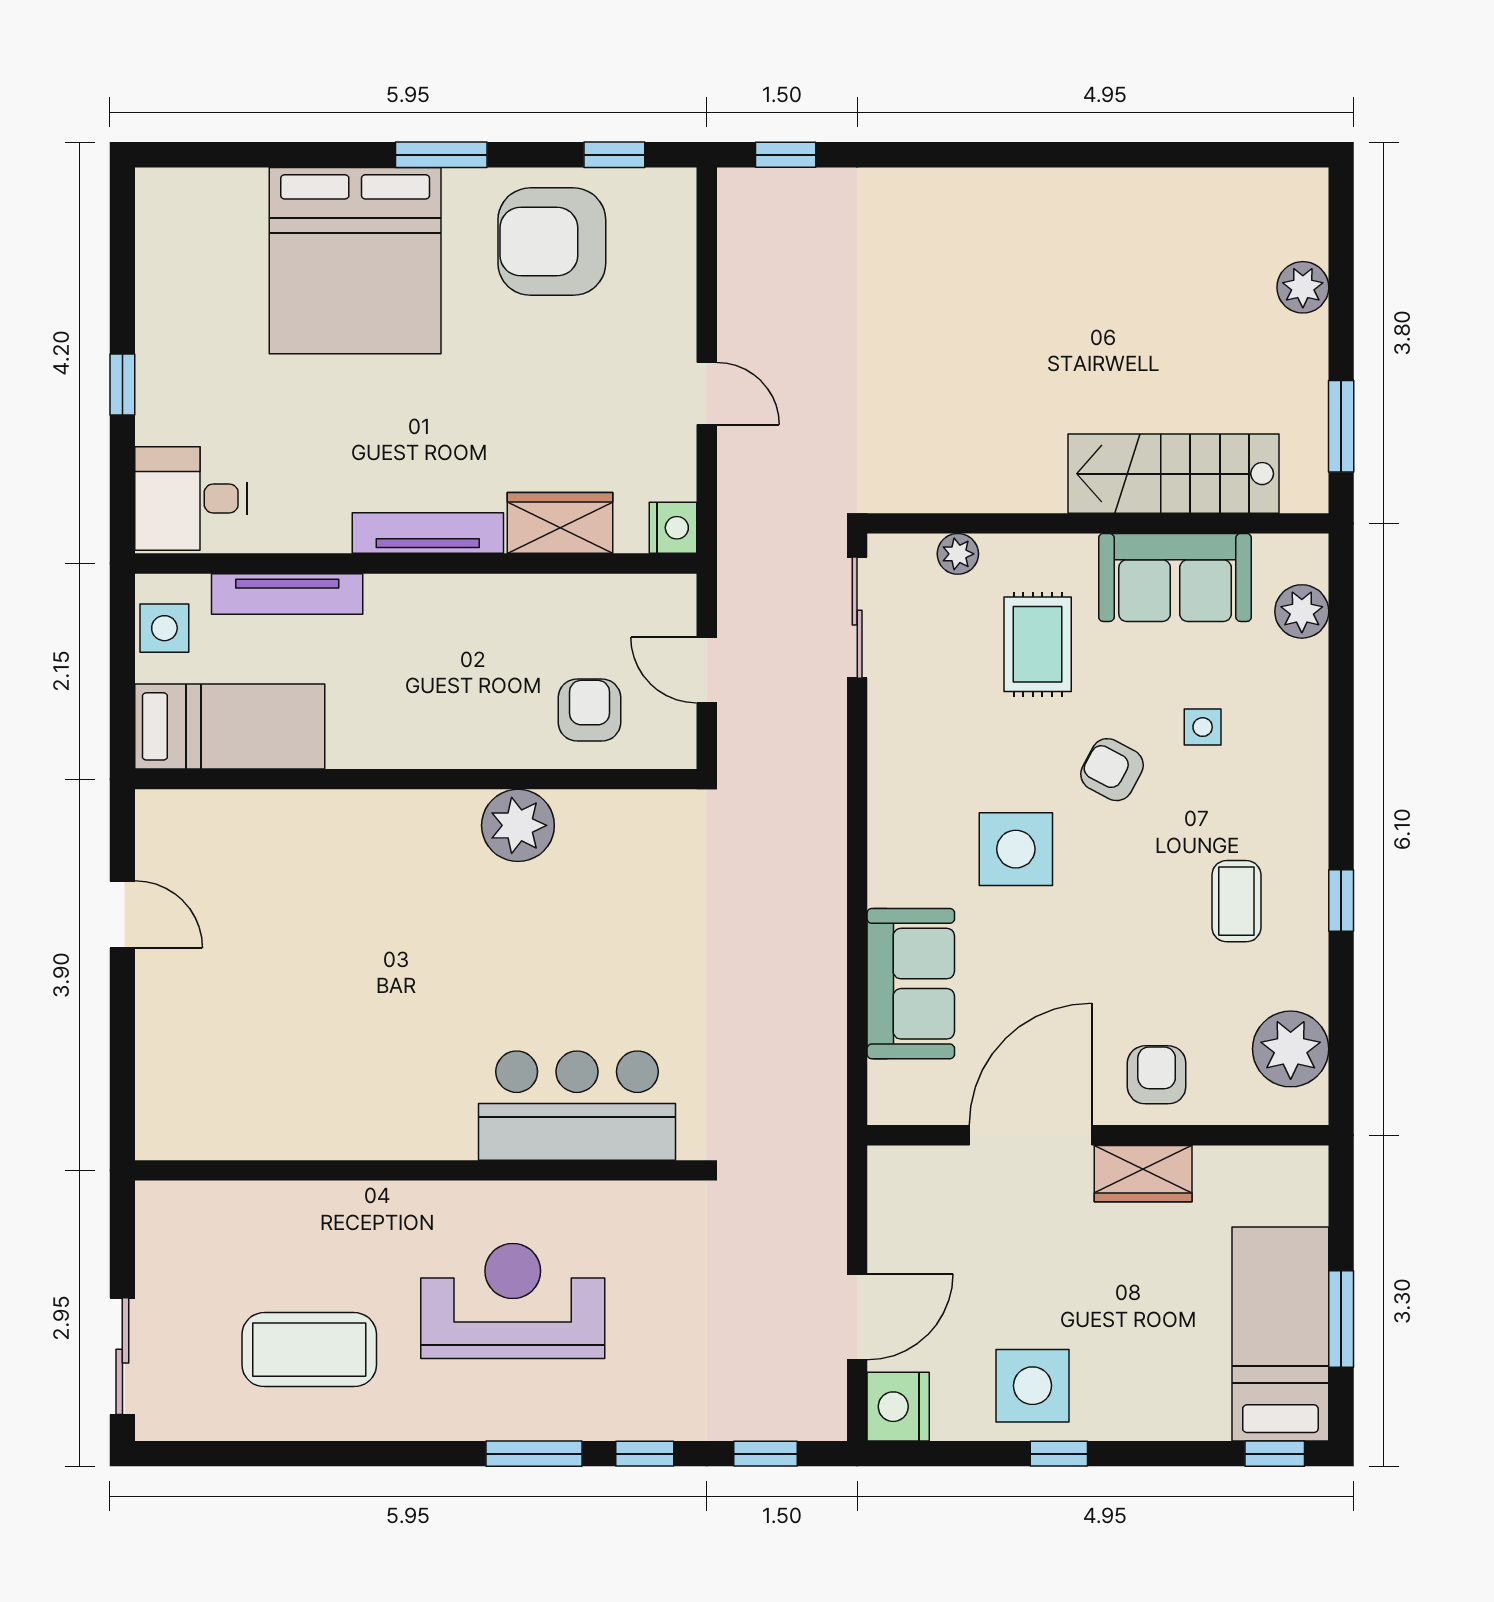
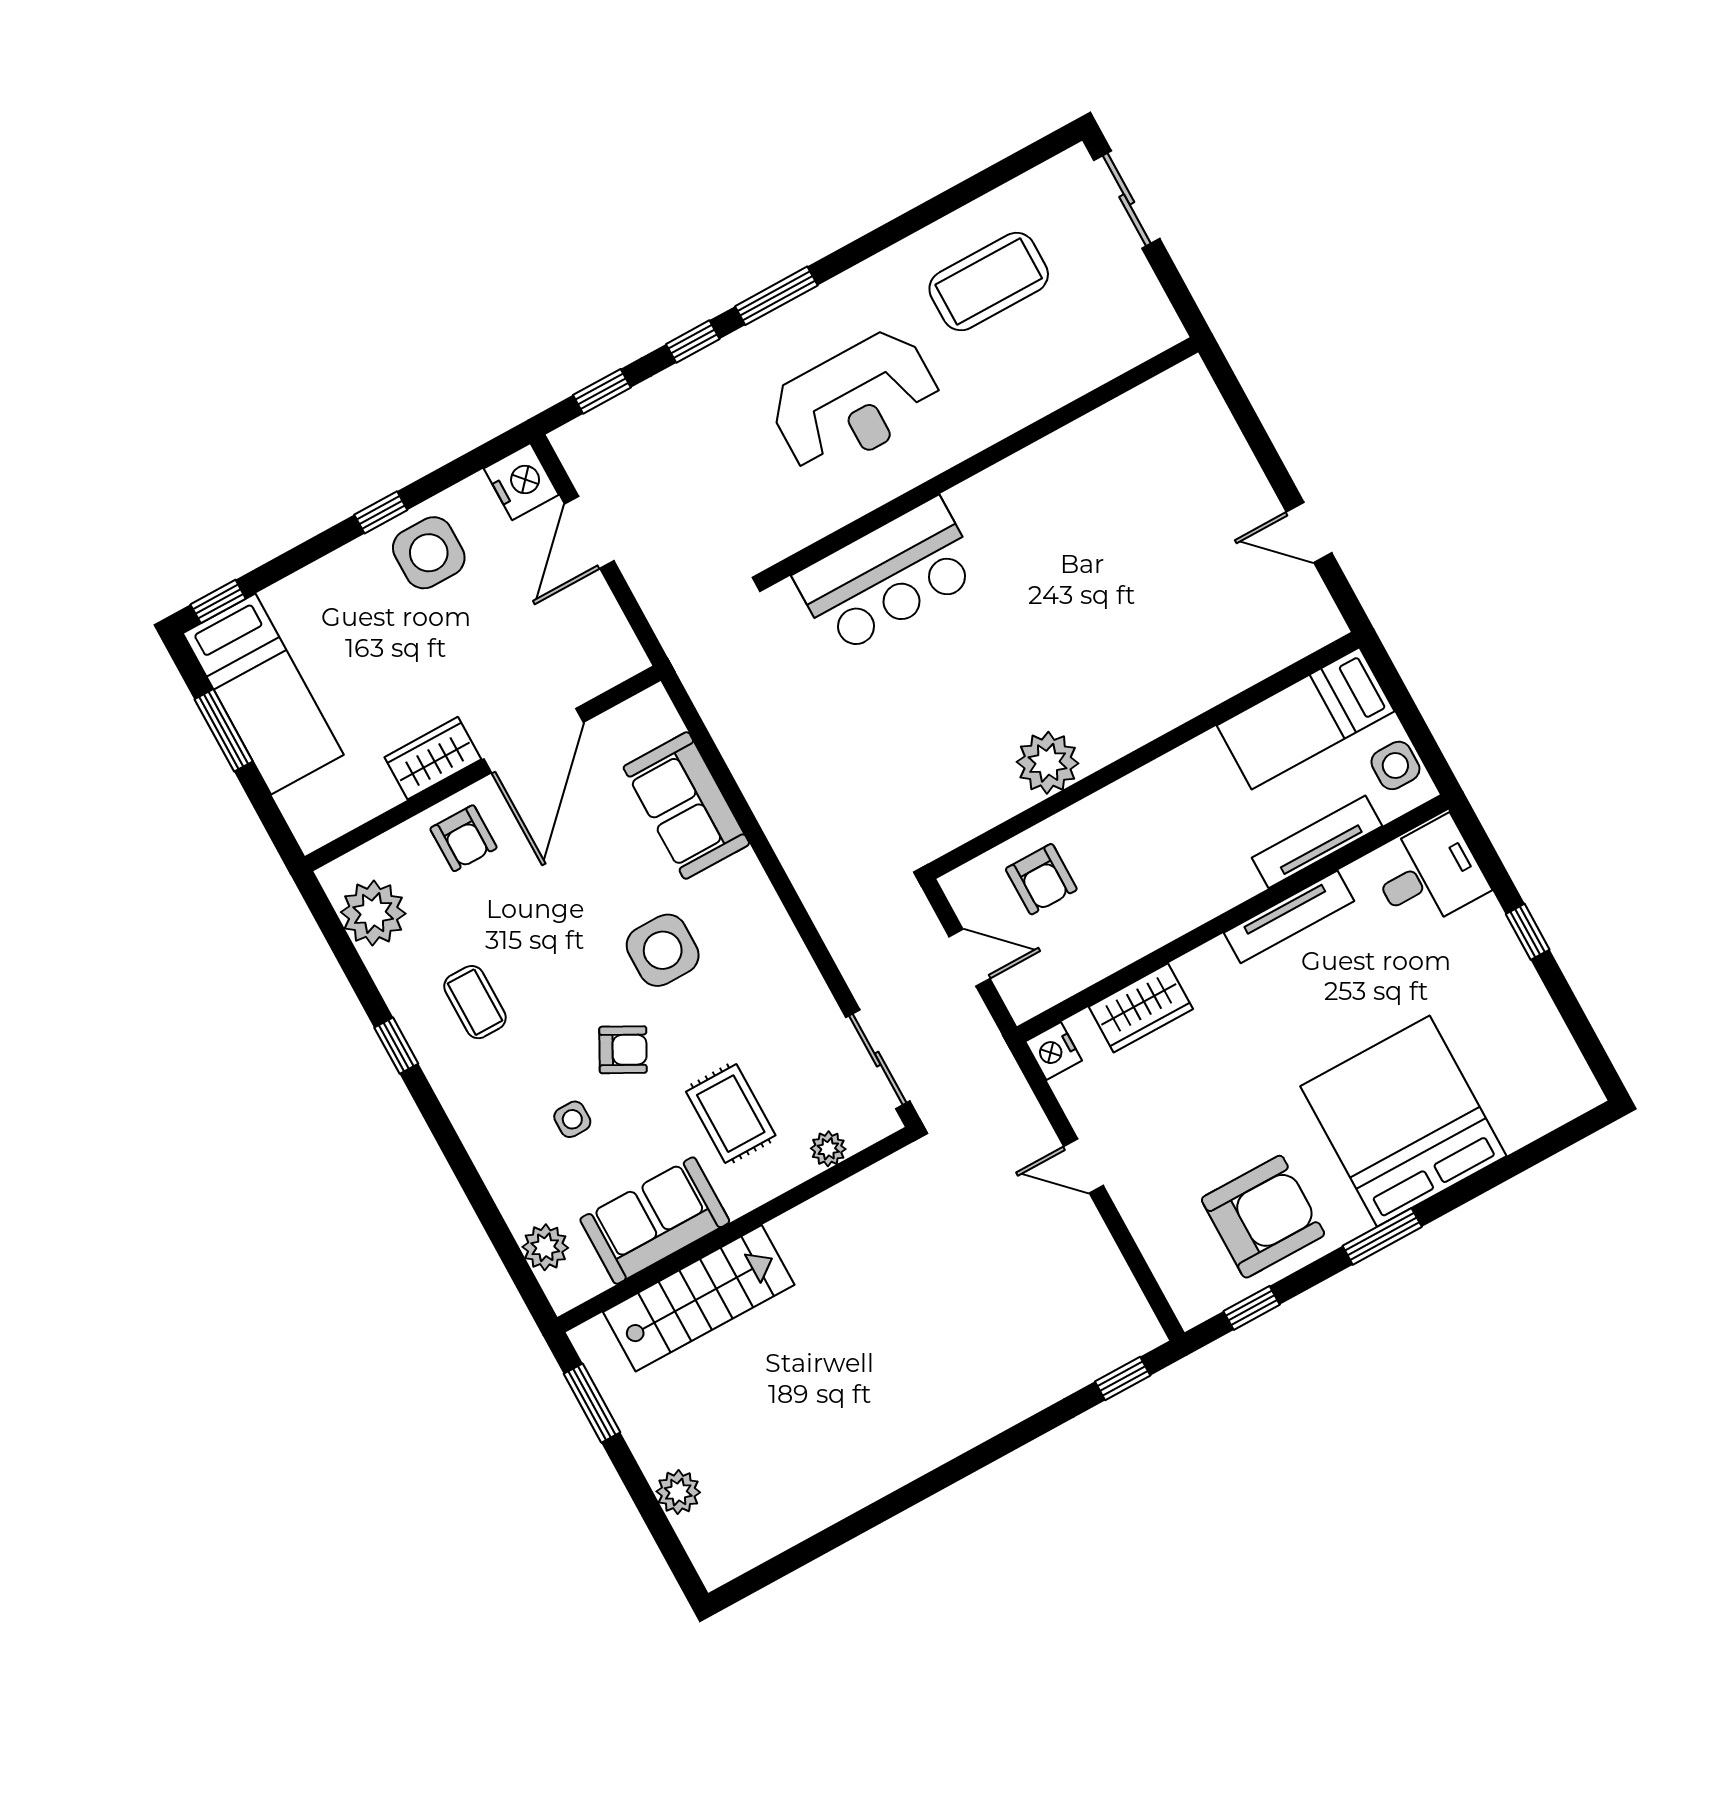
tv unit: (428, 533) -> (1289, 917), moved

